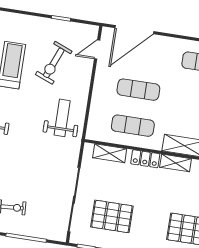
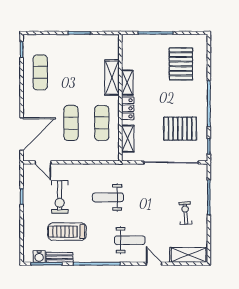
door: (134, 30) -> (22, 134), hinge flipped
exercise bike: (54, 63) -> (60, 197), turned 68
weight bench: (62, 118) -> (108, 197), moved
pallet: (112, 216) -> (180, 129), turned 90

